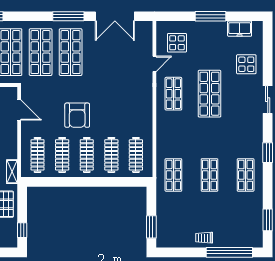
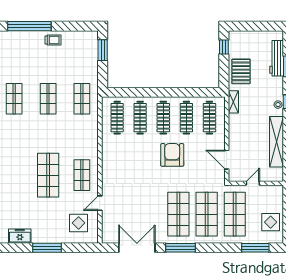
display table: (246, 64) -> (13, 203), removed

